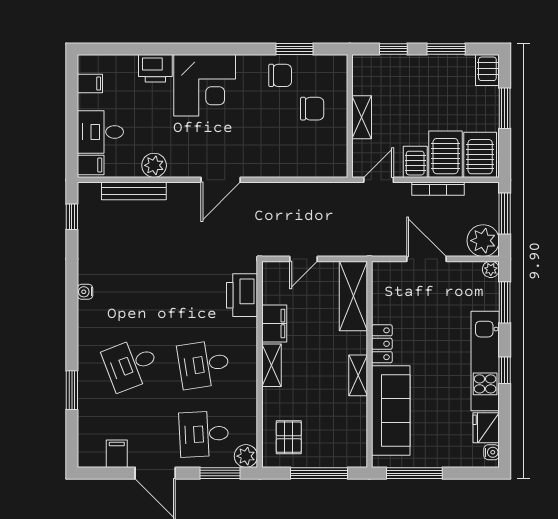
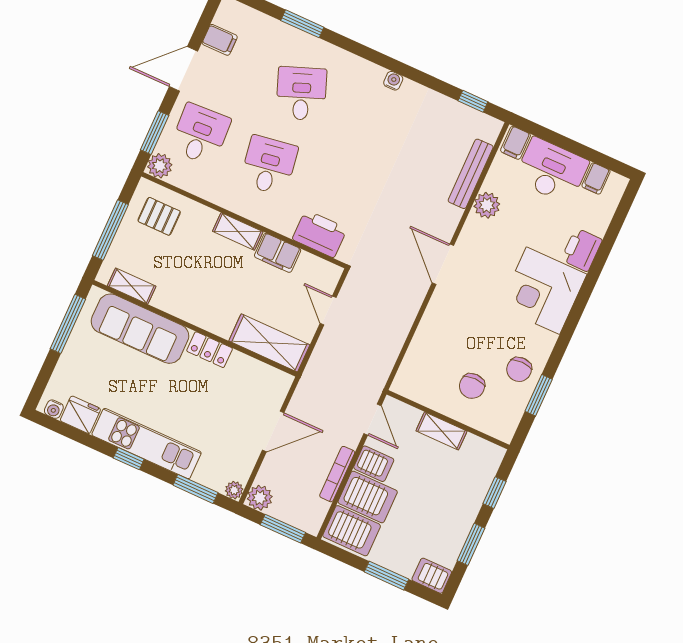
desk: (100, 132) -> (551, 171), width x1.37
plant: (483, 241) -> (260, 498), width x0.73, depth x0.73
shelving: (358, 375) -> (132, 286), moved

